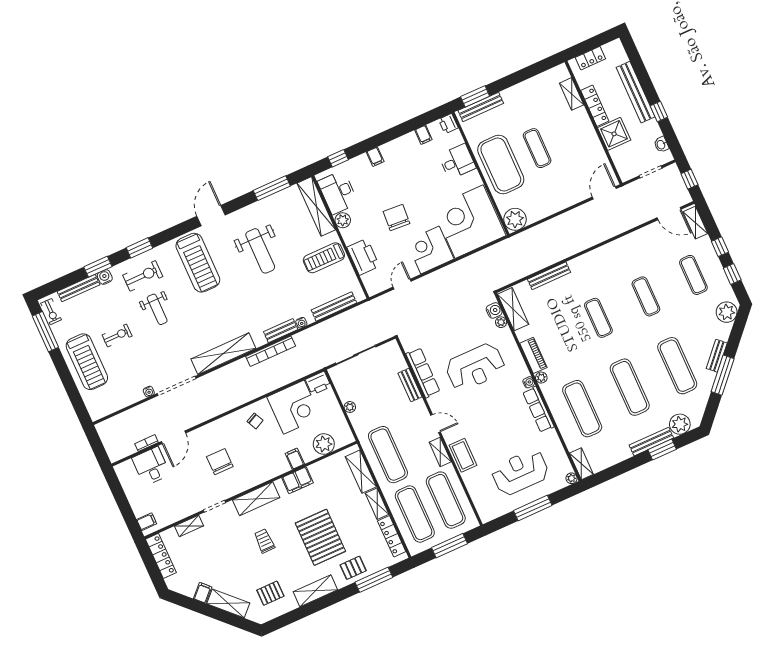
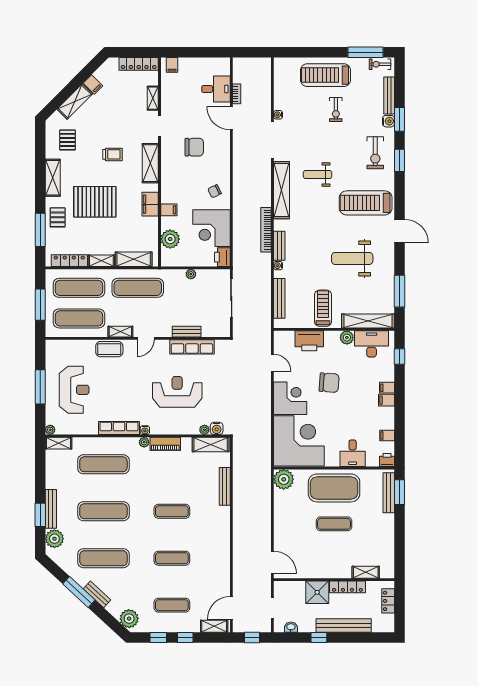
filing cabinet: (388, 152) -> (386, 400), added
weight bench: (157, 309) -> (317, 175), moved
reception desk: (475, 367) -> (177, 392), turned 90

